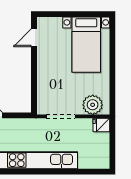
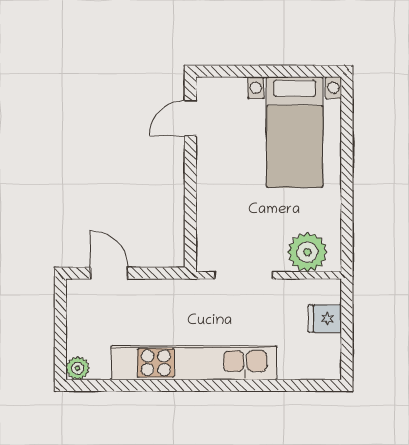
fridge: (101, 125) -> (325, 319), moved

